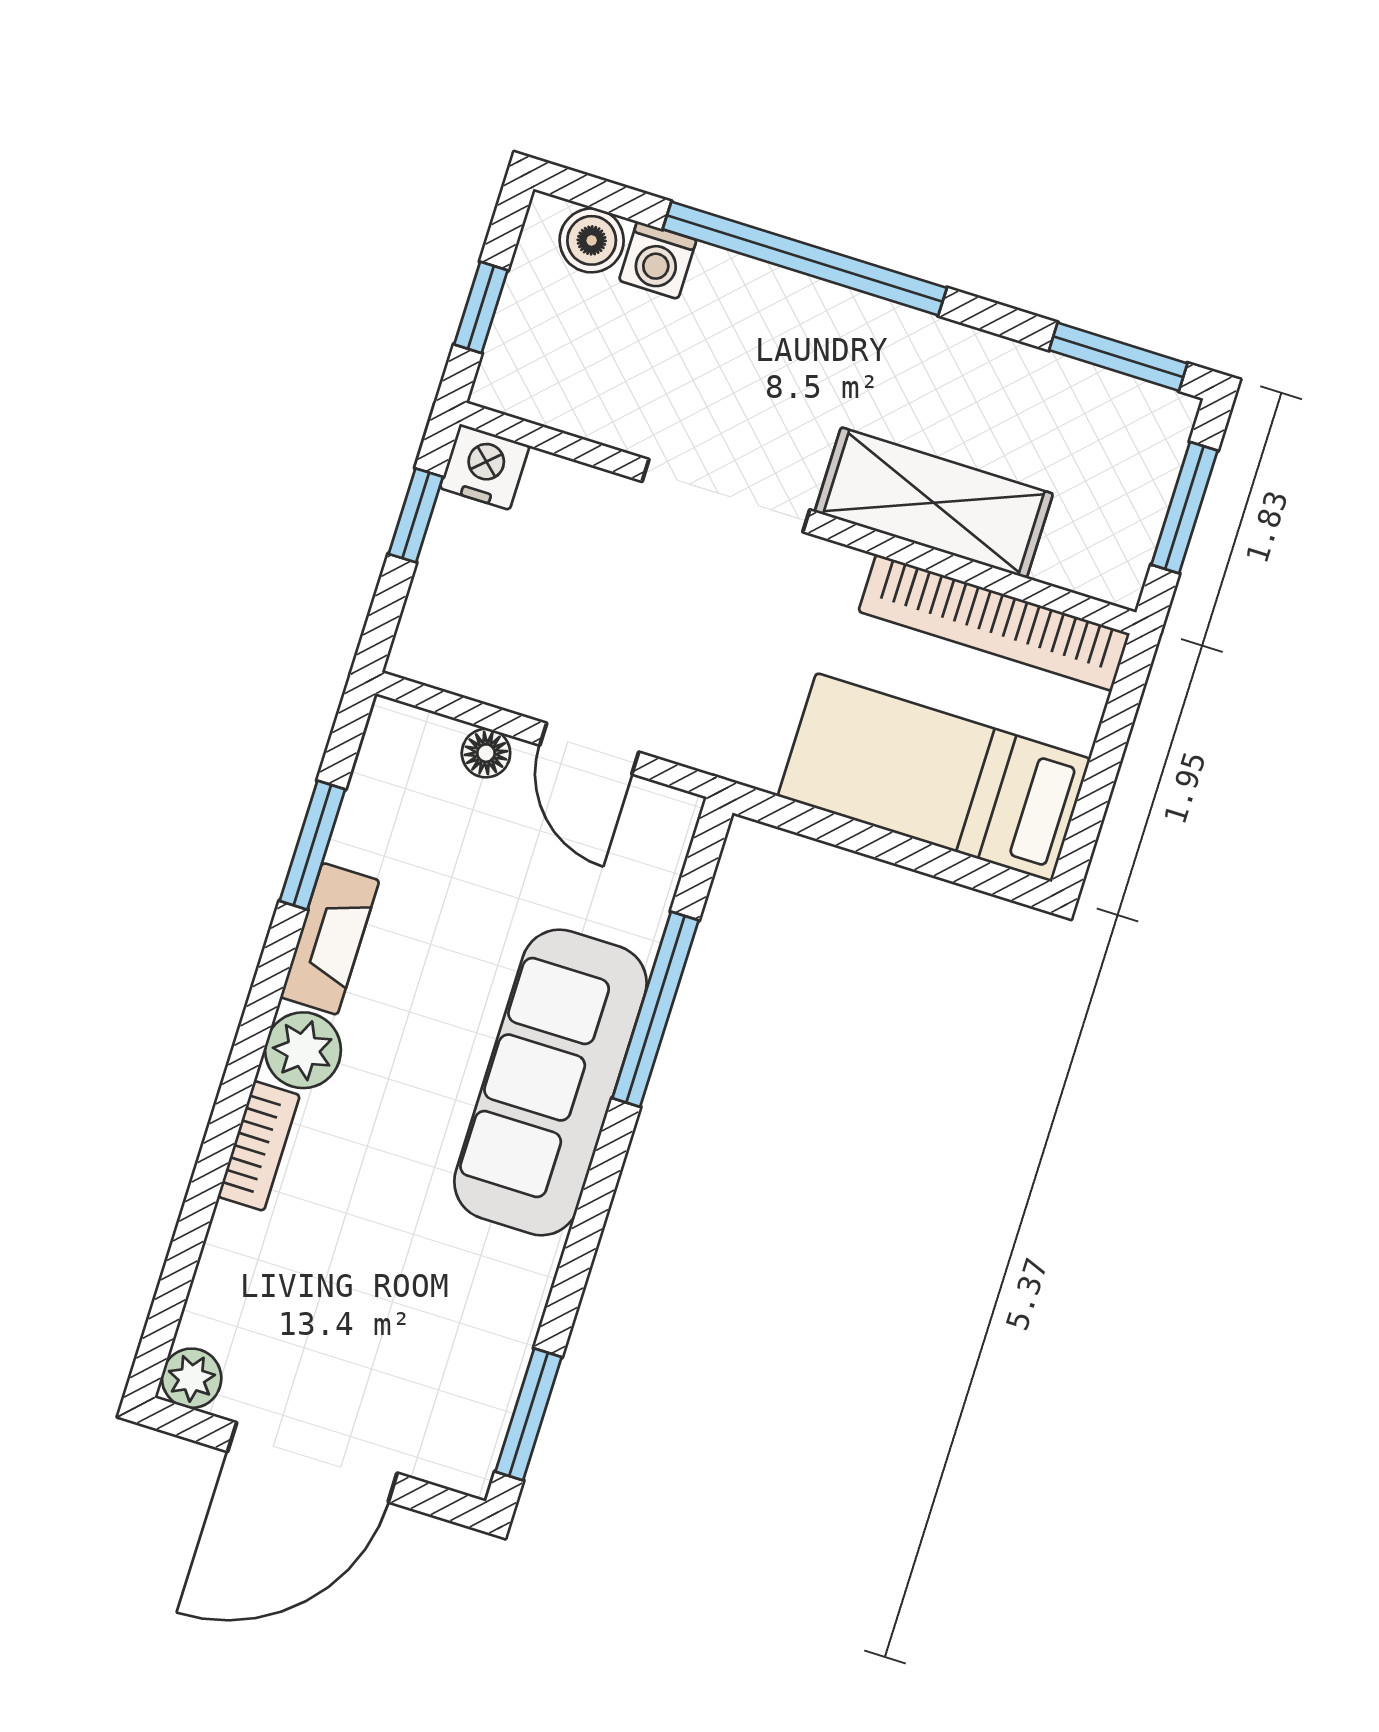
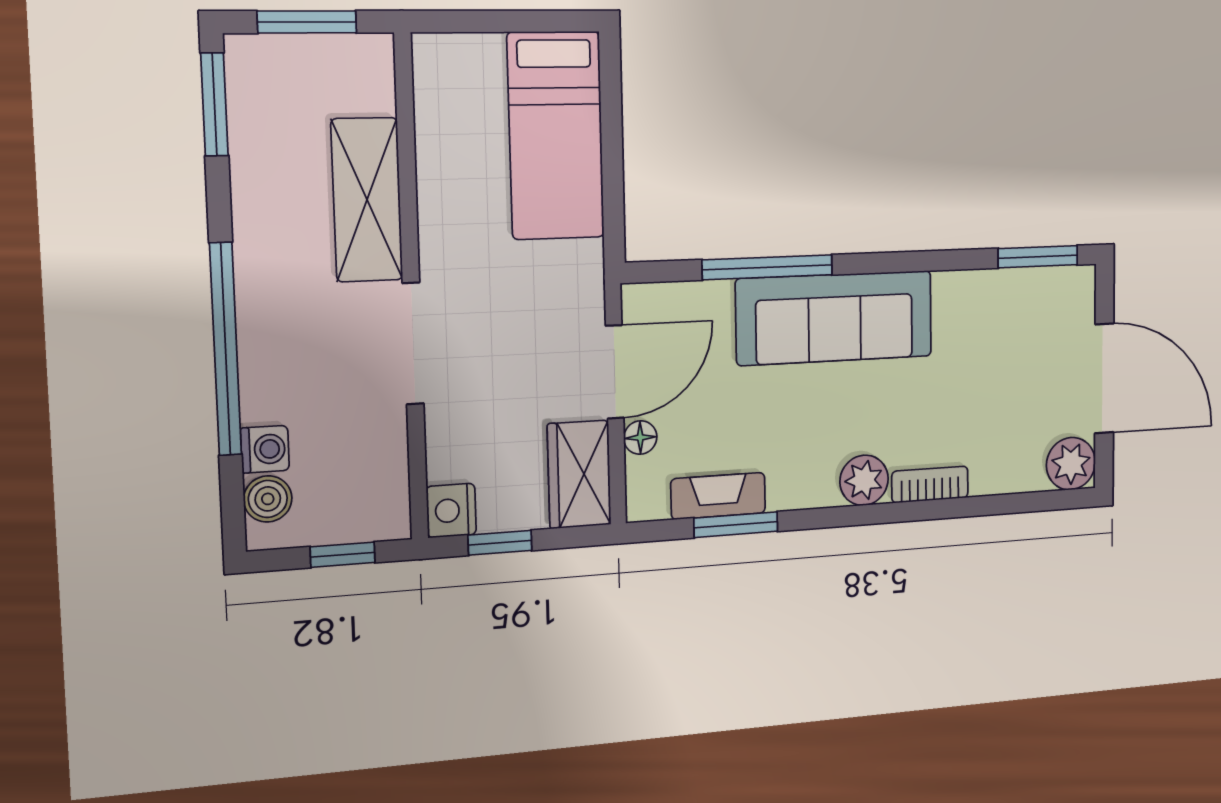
bookcase: (994, 623) -> (436, 130), removed
wardrobe: (467, 653) -> (579, 474), added
door: (589, 749) -> (615, 372), width x1.38
fireplace: (330, 939) -> (718, 496), moved
plant: (192, 1378) -> (1071, 464), width x1.38, depth x1.38

